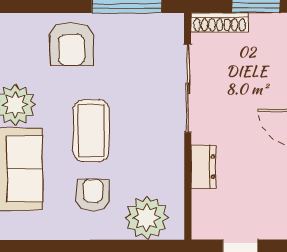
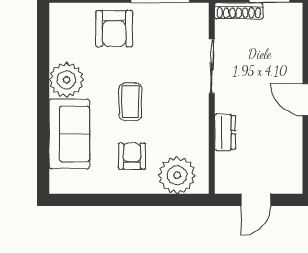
sliding door: (188, 88) -> (212, 66), width x0.73
coffee table: (91, 131) -> (130, 102), width x0.73, depth x0.77

